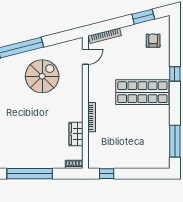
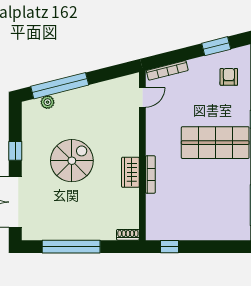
plant: (11, 60) -> (48, 102), added
spiral stairs: (42, 76) -> (72, 161), moved
wardrobe: (76, 134) -> (130, 172), moved

